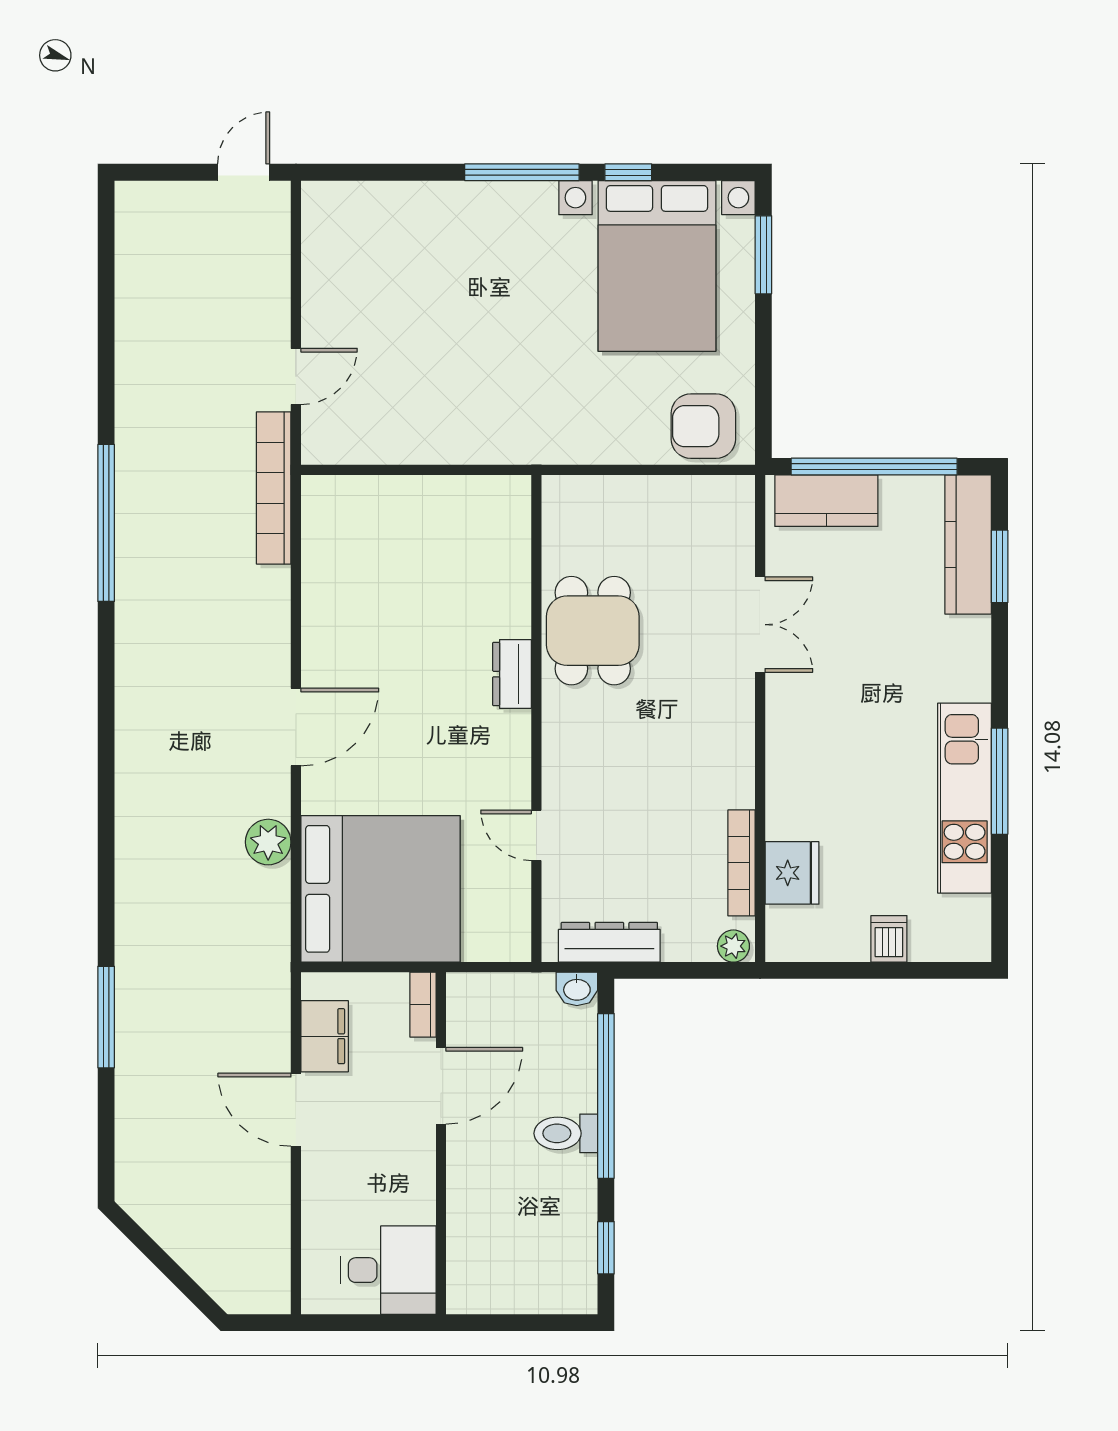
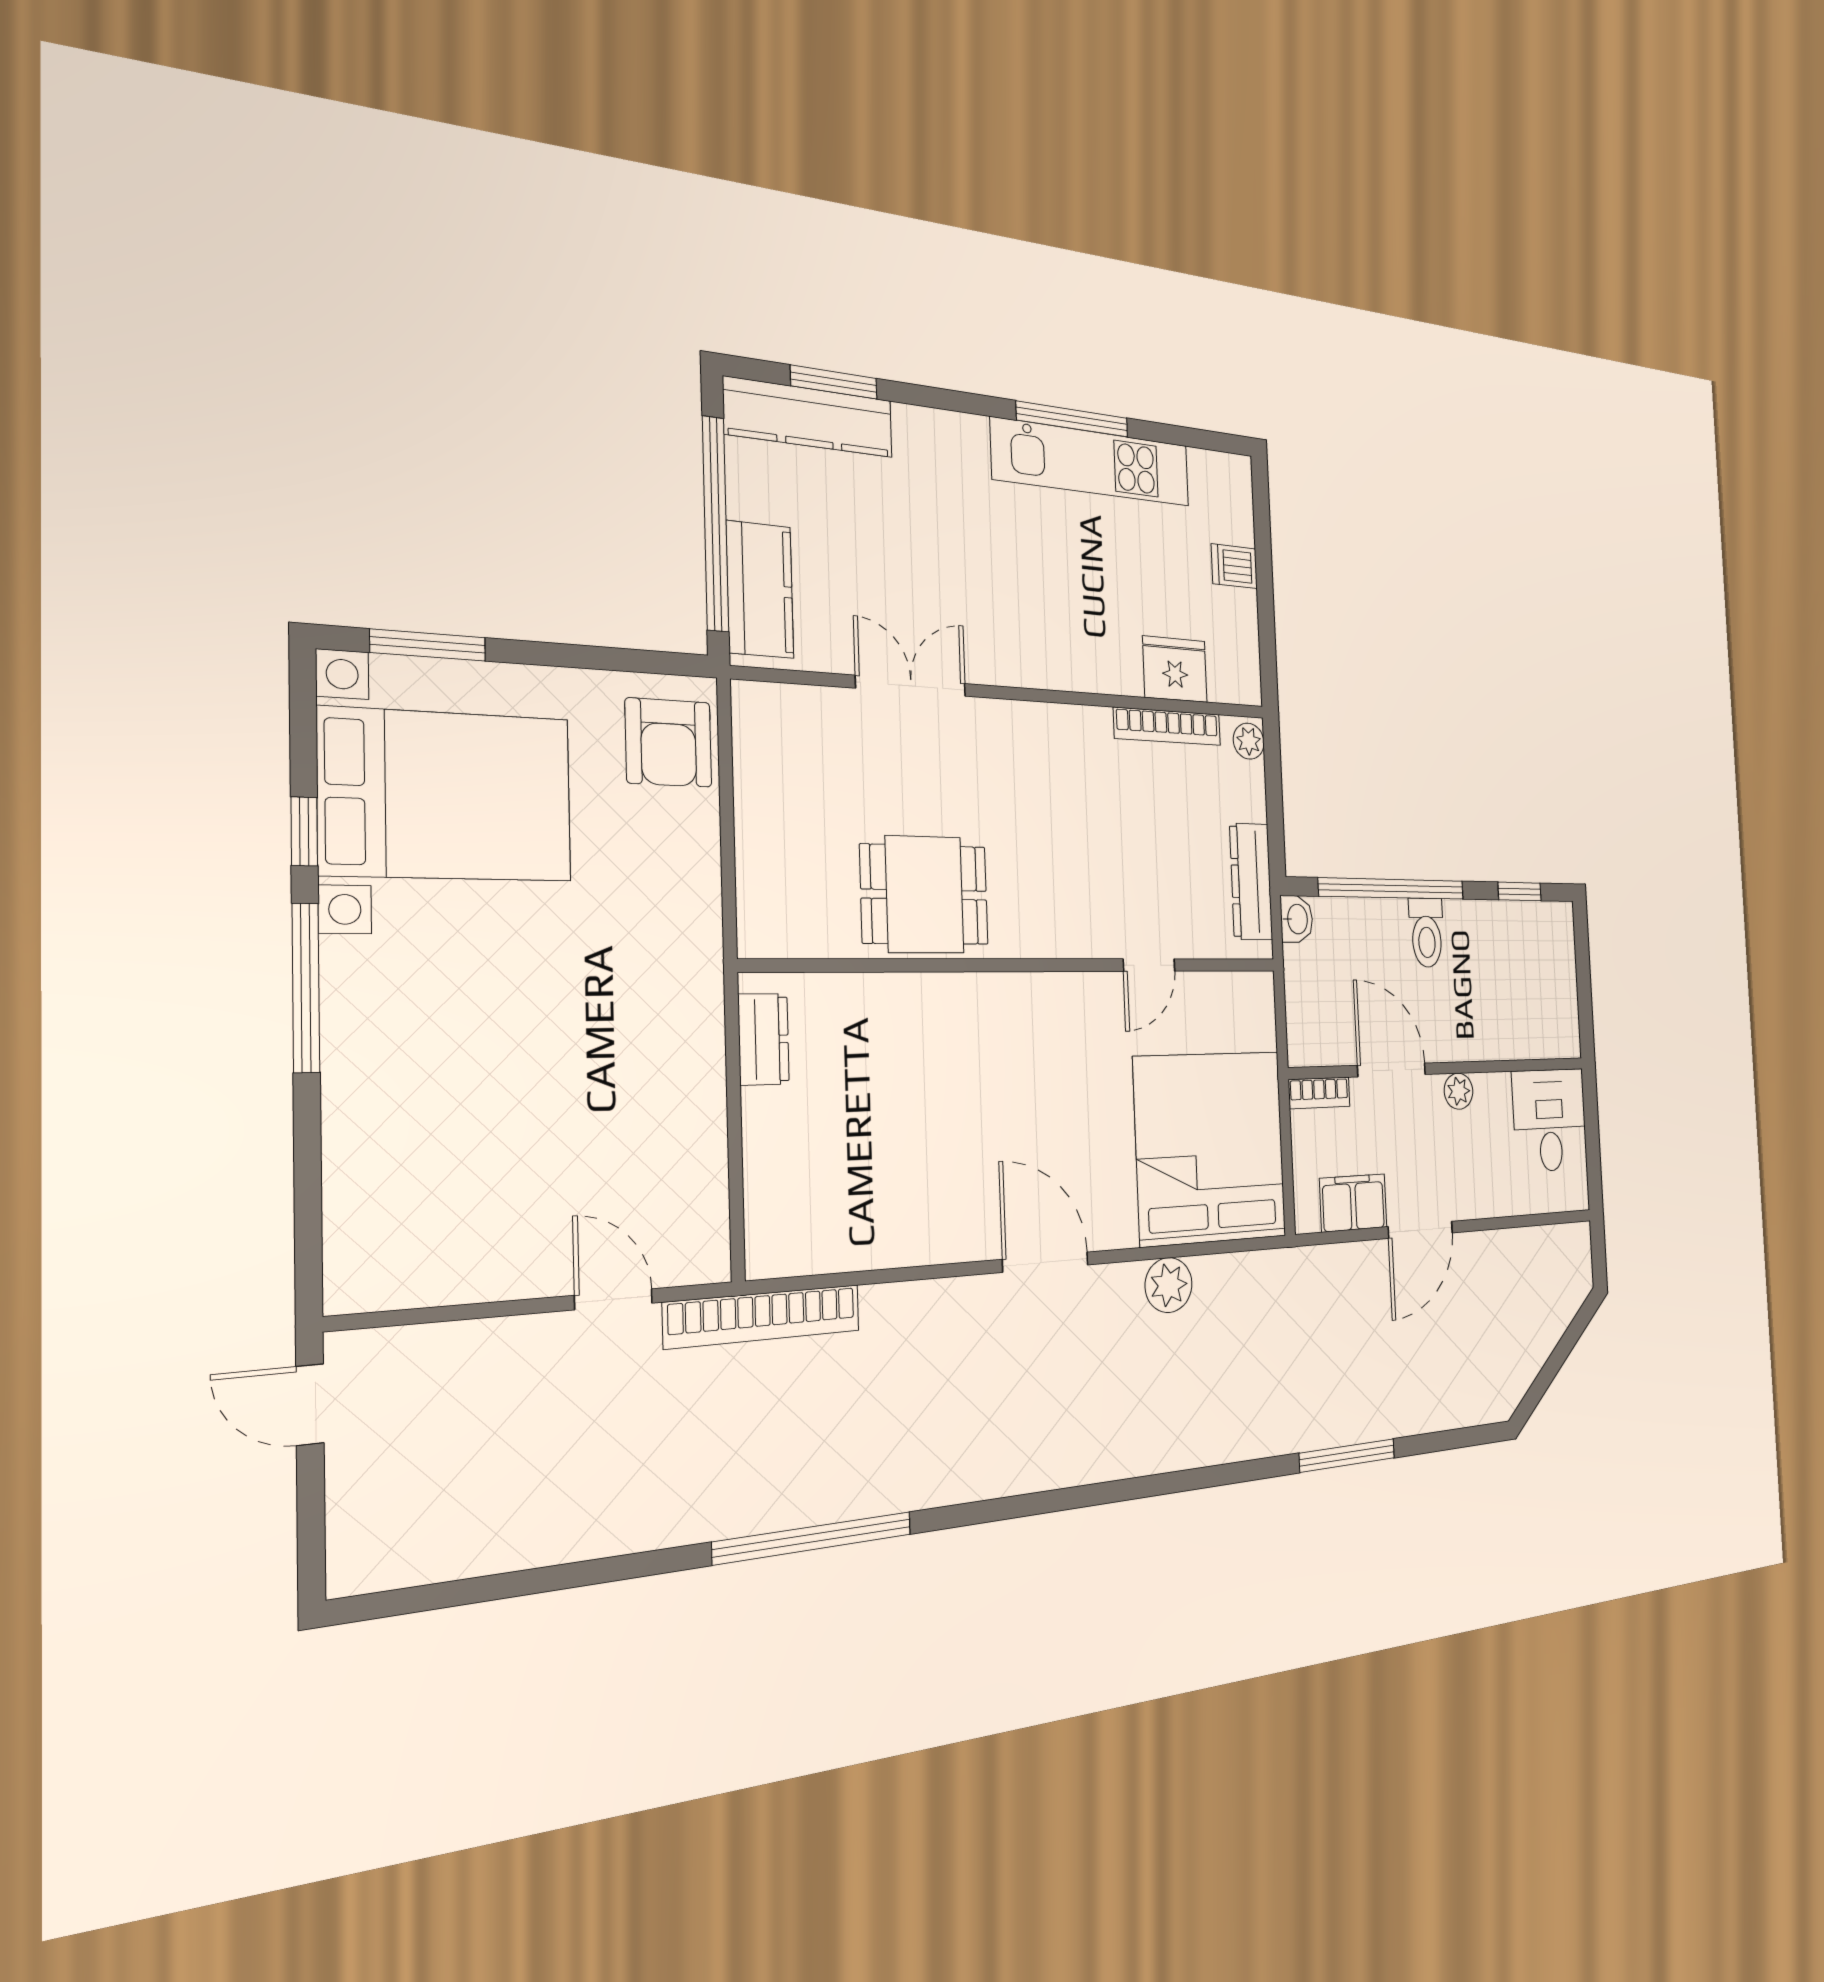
dresser: (512, 674) -> (763, 1039), moved, turned -90
plant: (419, 1162) -> (1459, 1091), added

